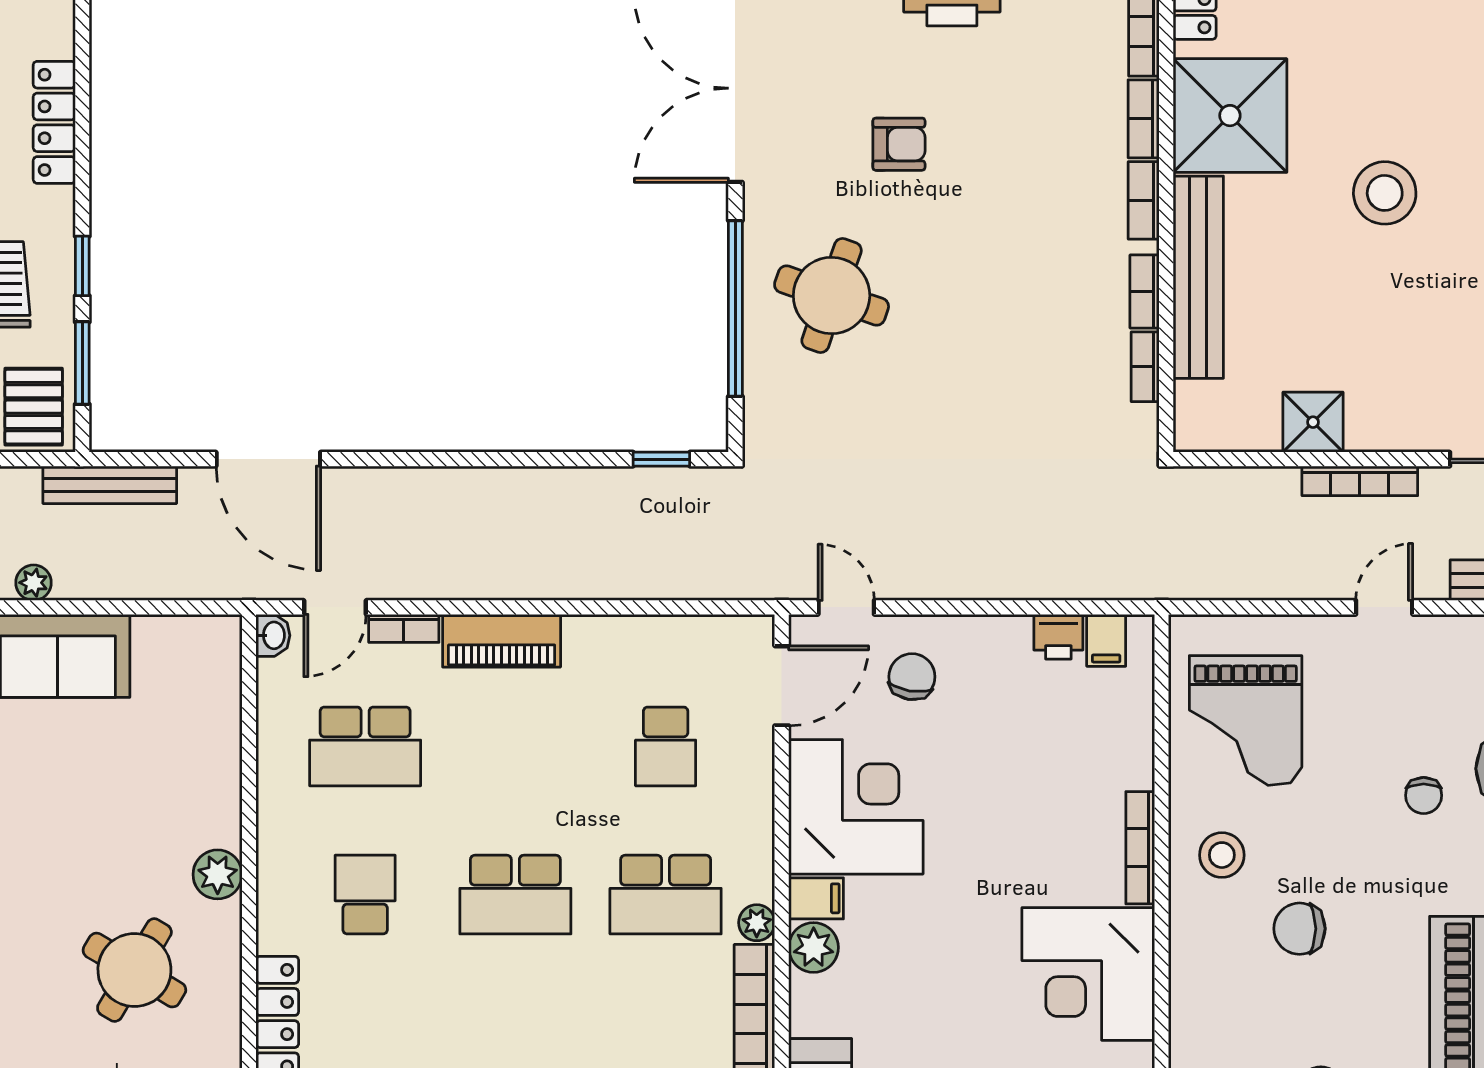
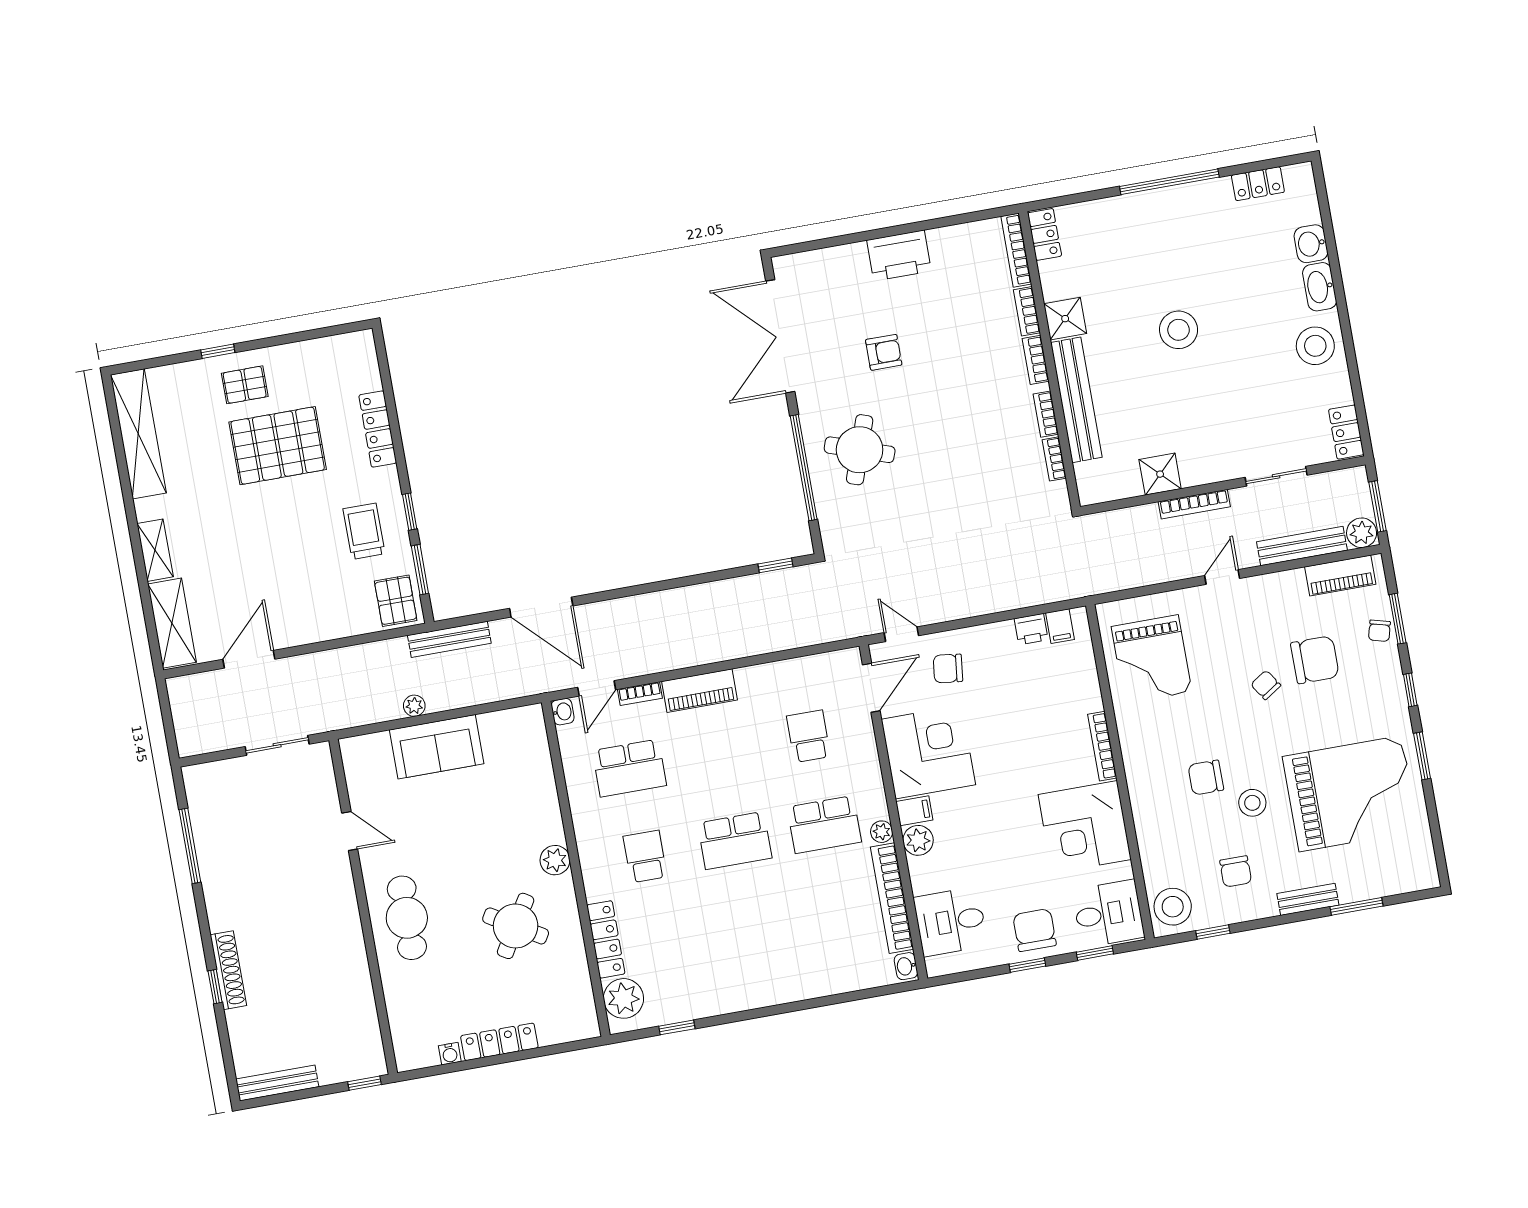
shower: (1230, 116) -> (1065, 319), width x0.54, depth x0.54
chair: (912, 677) -> (948, 668), turned -92
school desk: (666, 746) -> (809, 736), turned 180
chair: (1424, 795) -> (1266, 685), turned 147
stool: (1222, 855) -> (1252, 803), moved

